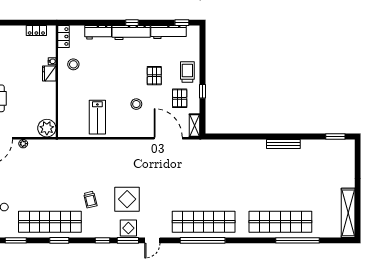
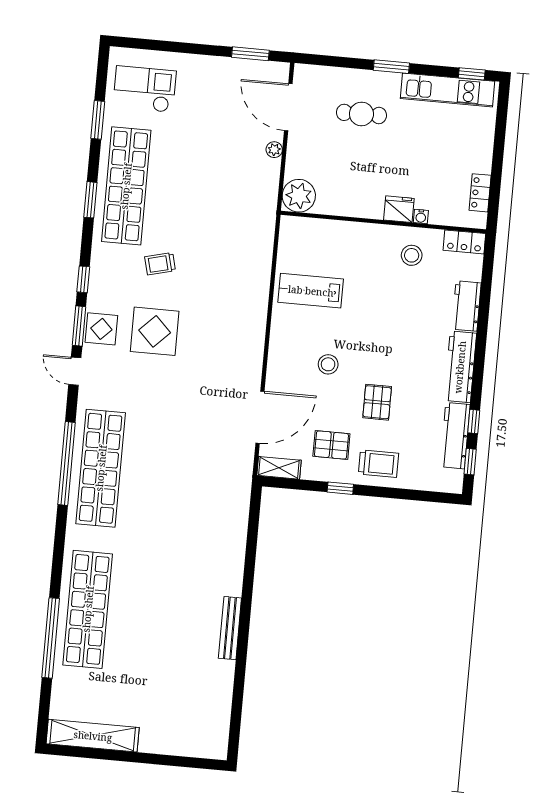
window: (132, 23) -> (474, 422), moved
pallet: (154, 76) -> (377, 402), turned 90
window: (335, 136) -> (235, 725), removed

